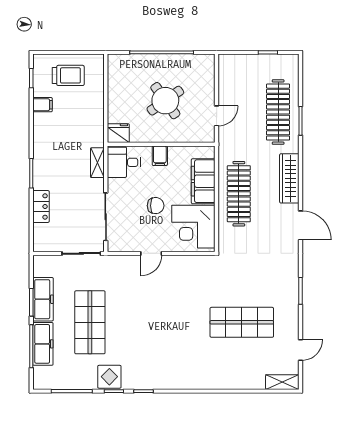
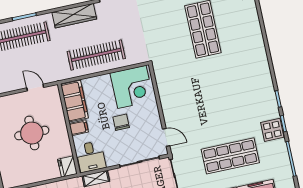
round table: (165, 101) -> (32, 133), turned 35
filing cabinet: (203, 181) -> (75, 101), moved, turned -90
door: (151, 253) -> (166, 137), moved

